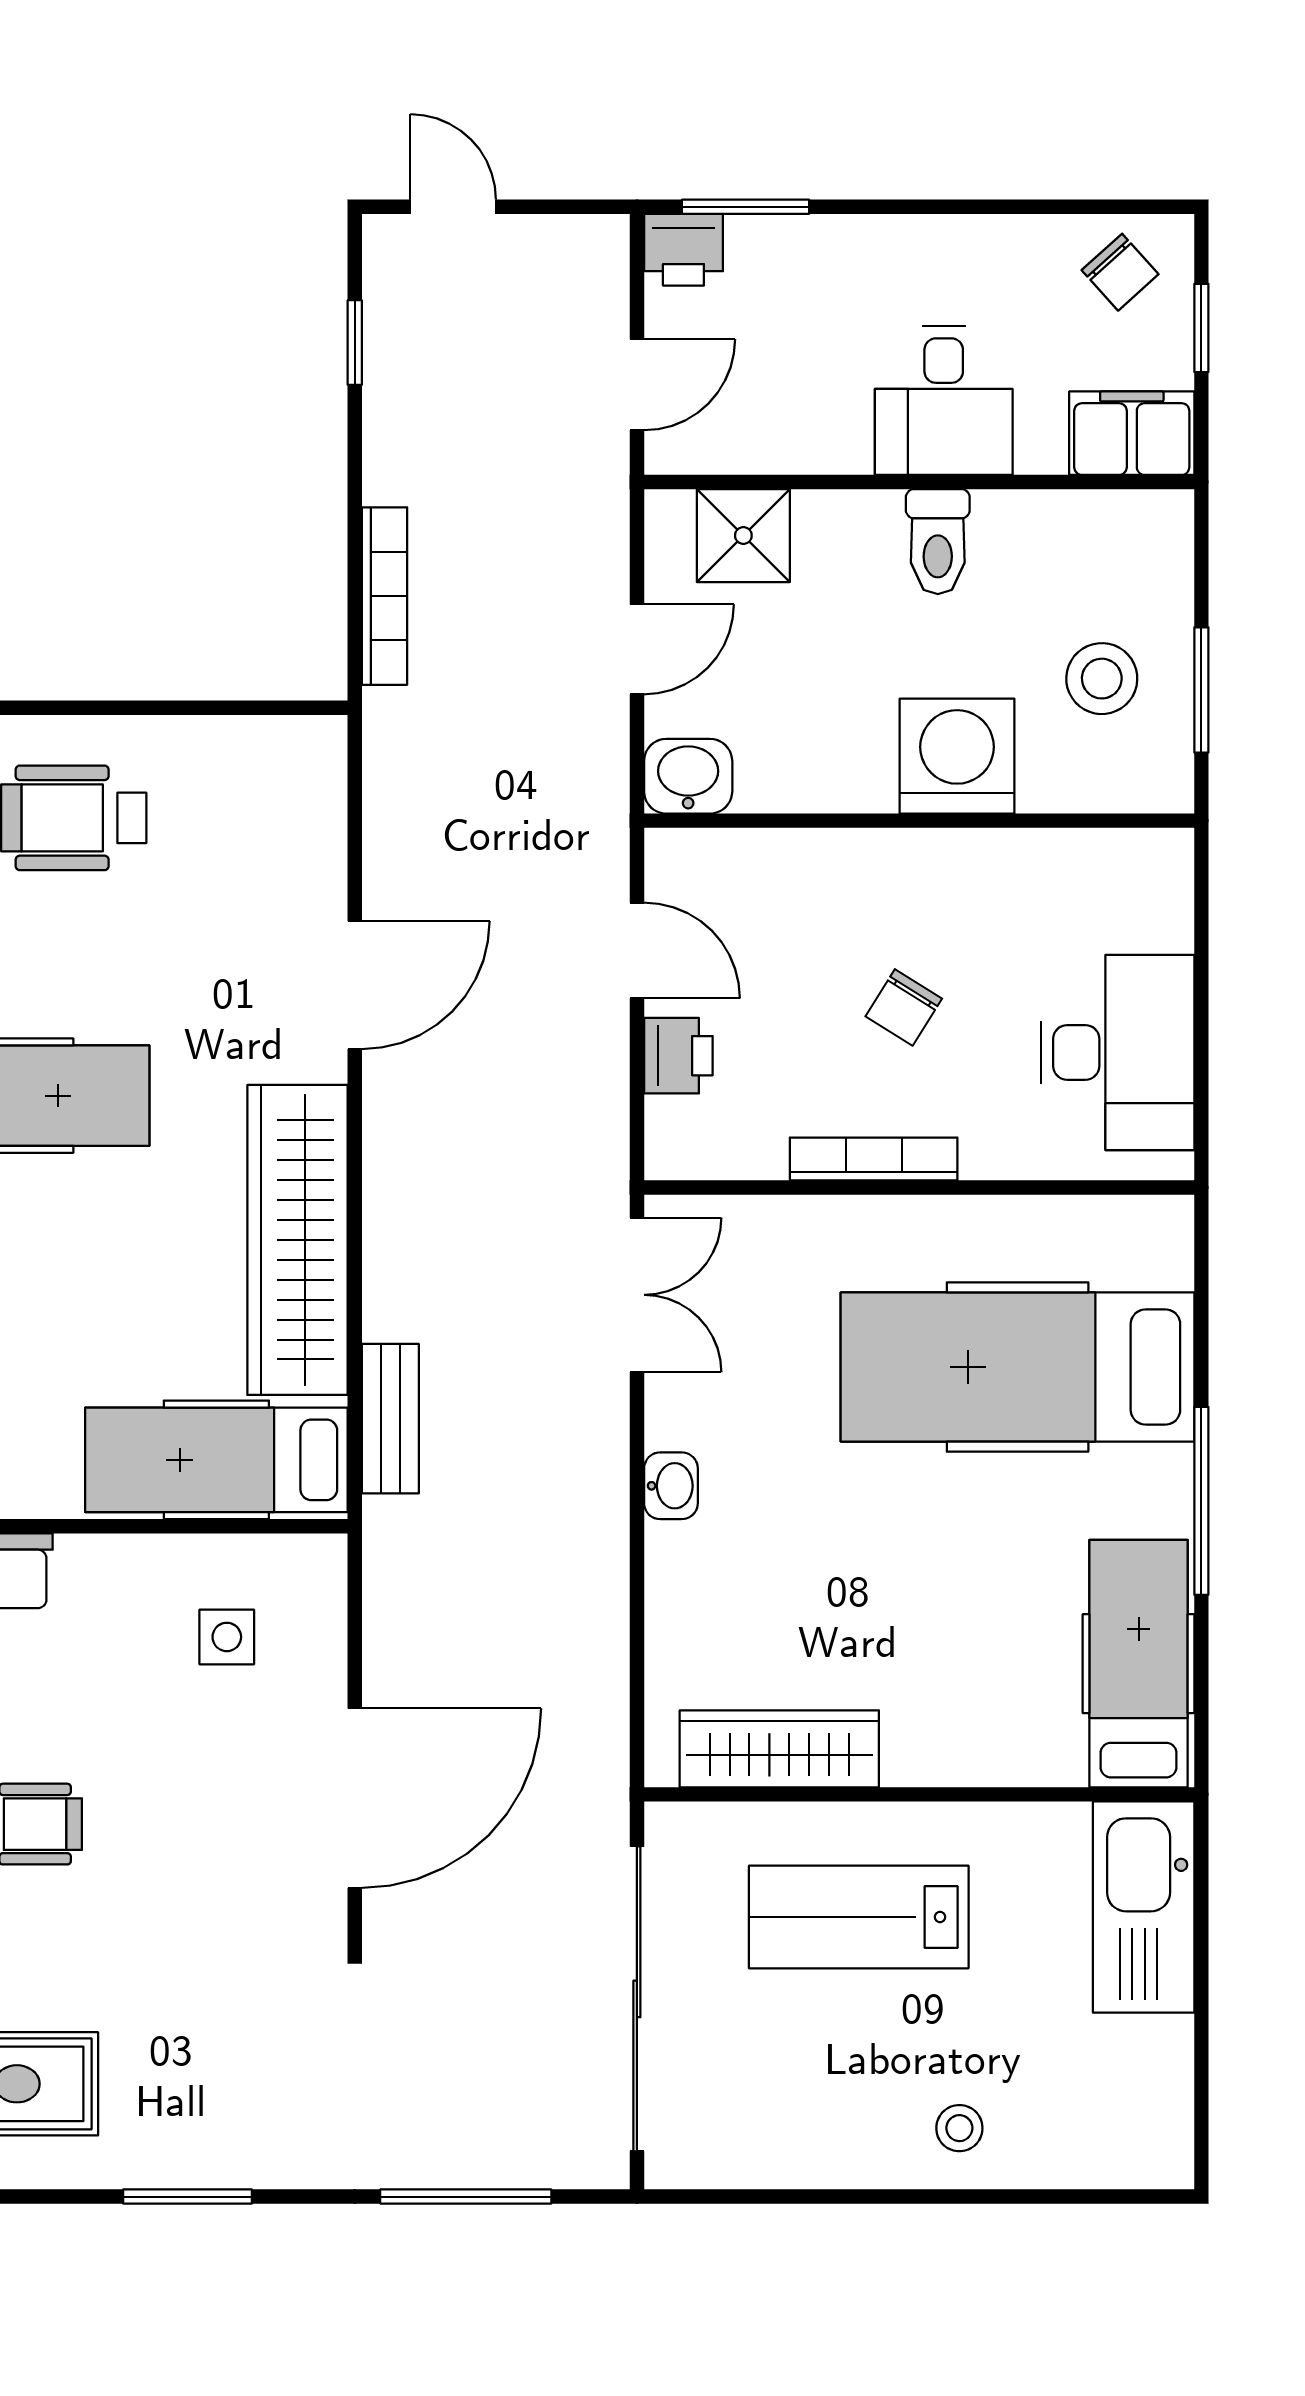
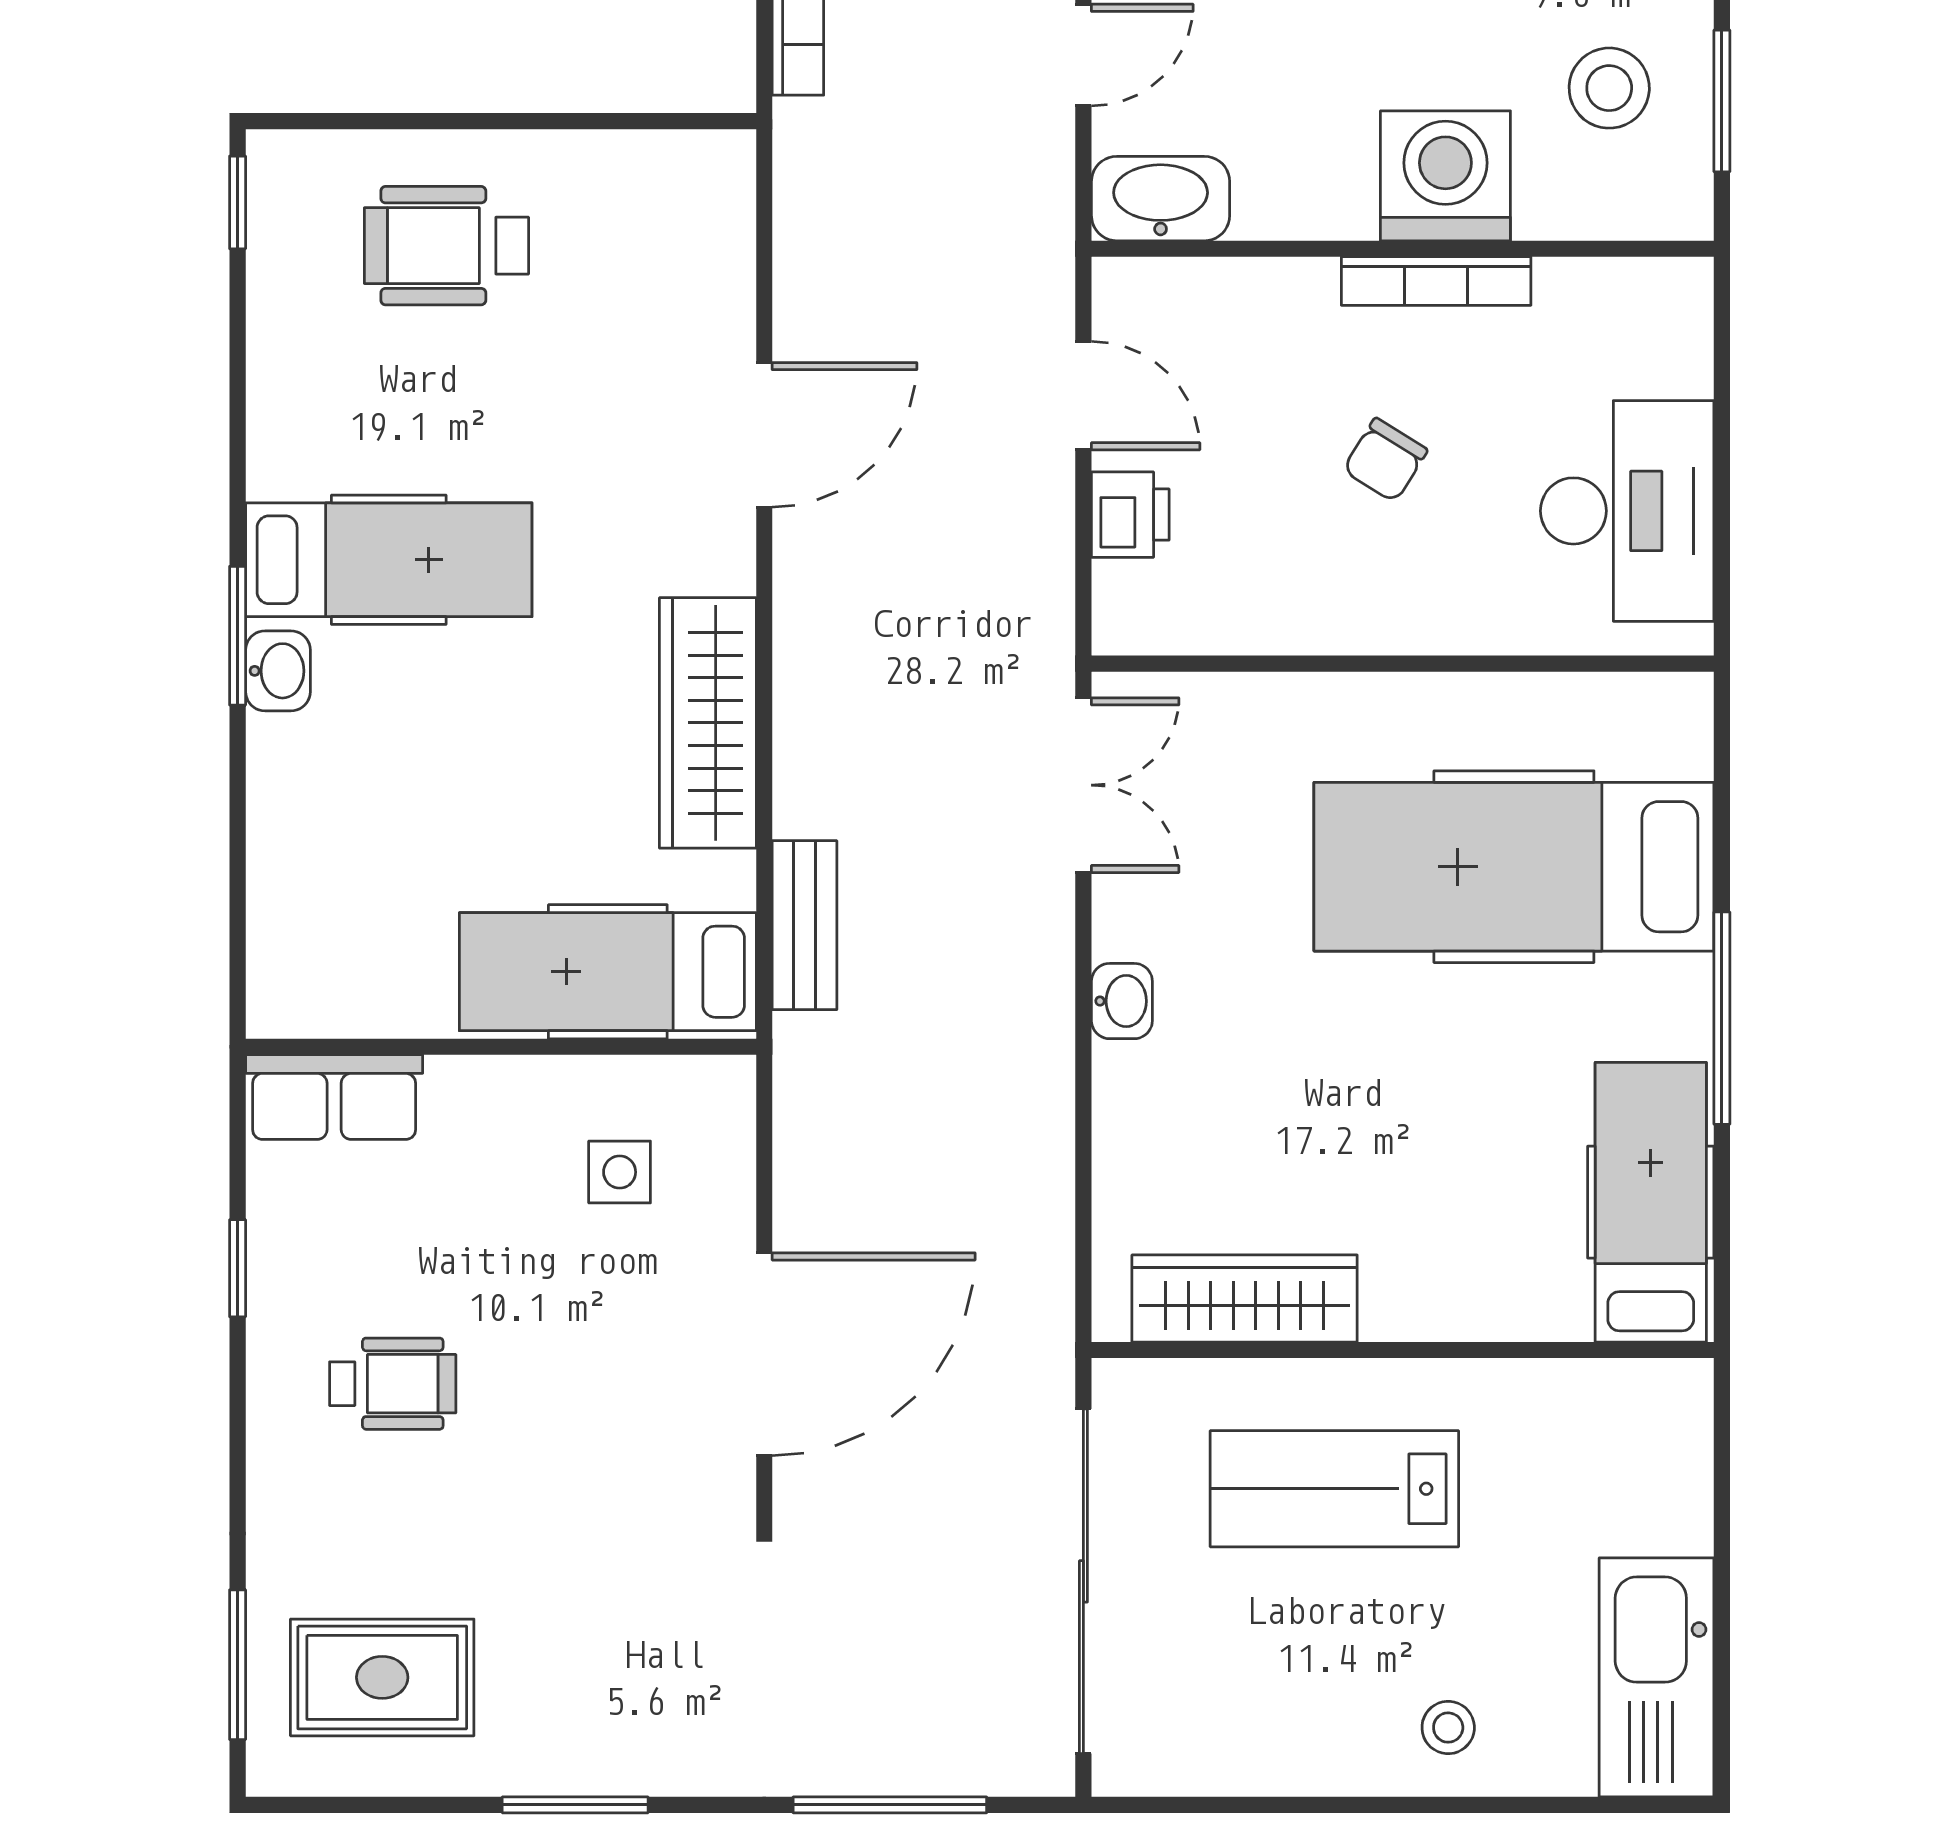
washbasin: (688, 776) -> (1161, 199), width x1.38
bookcase: (874, 1159) -> (1436, 281), moved, turned 180
wardrobe: (297, 1240) -> (708, 723), width x0.71, depth x0.85
kitchen sink: (1144, 1907) -> (1657, 1677), moved

